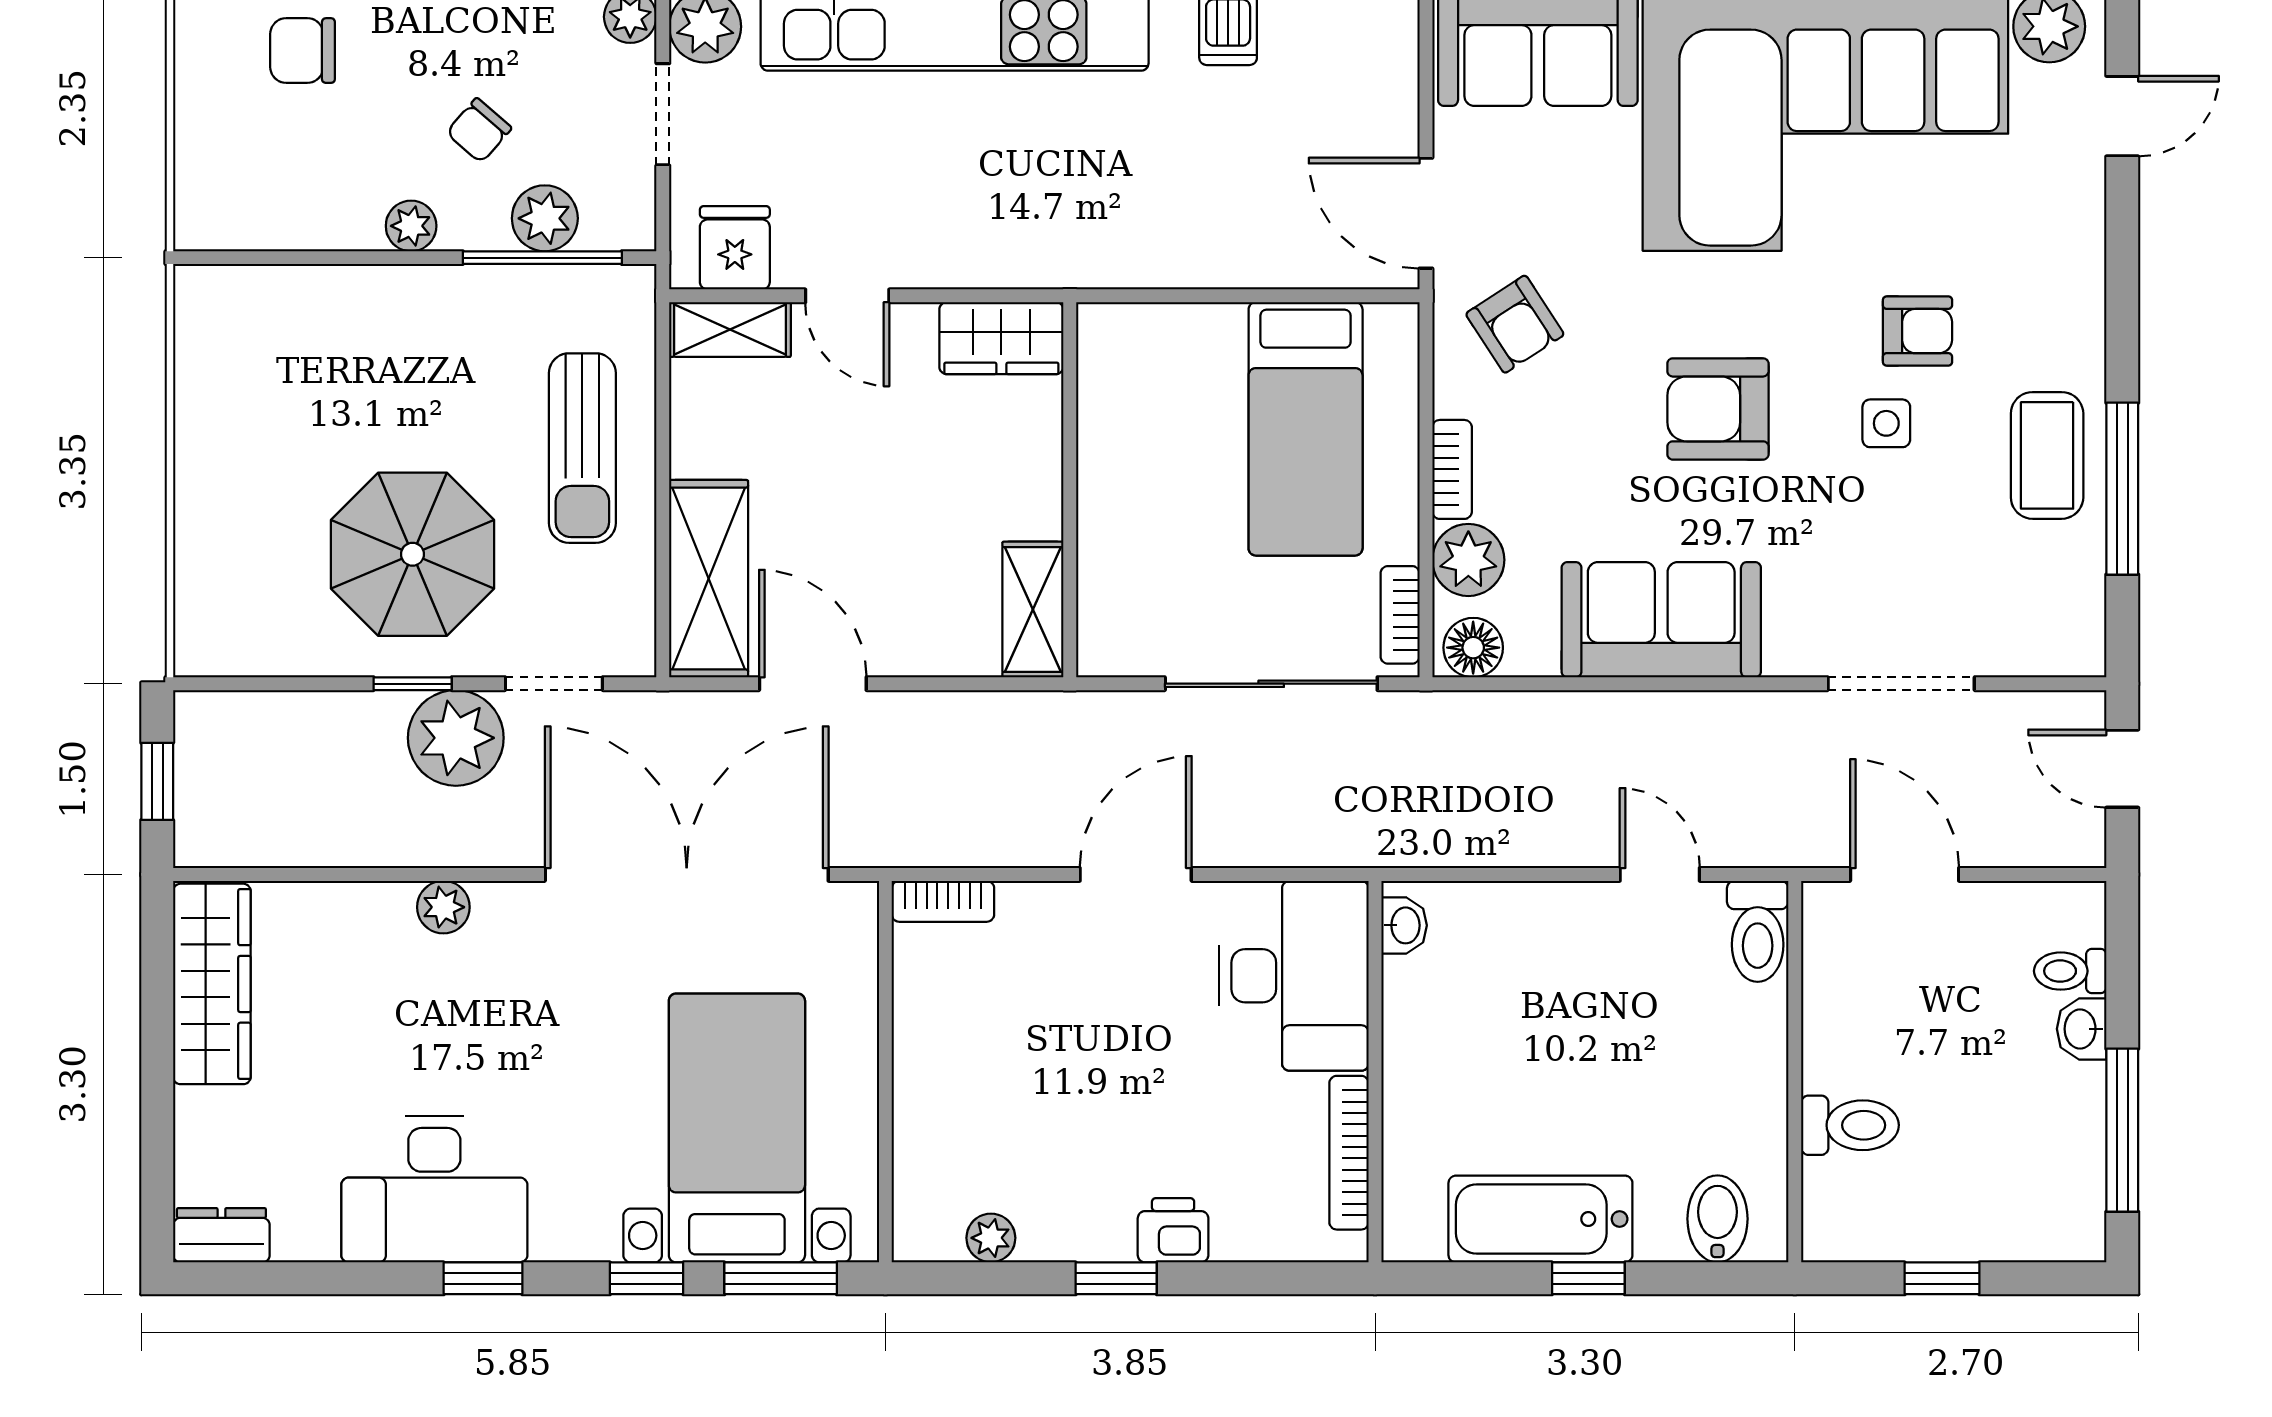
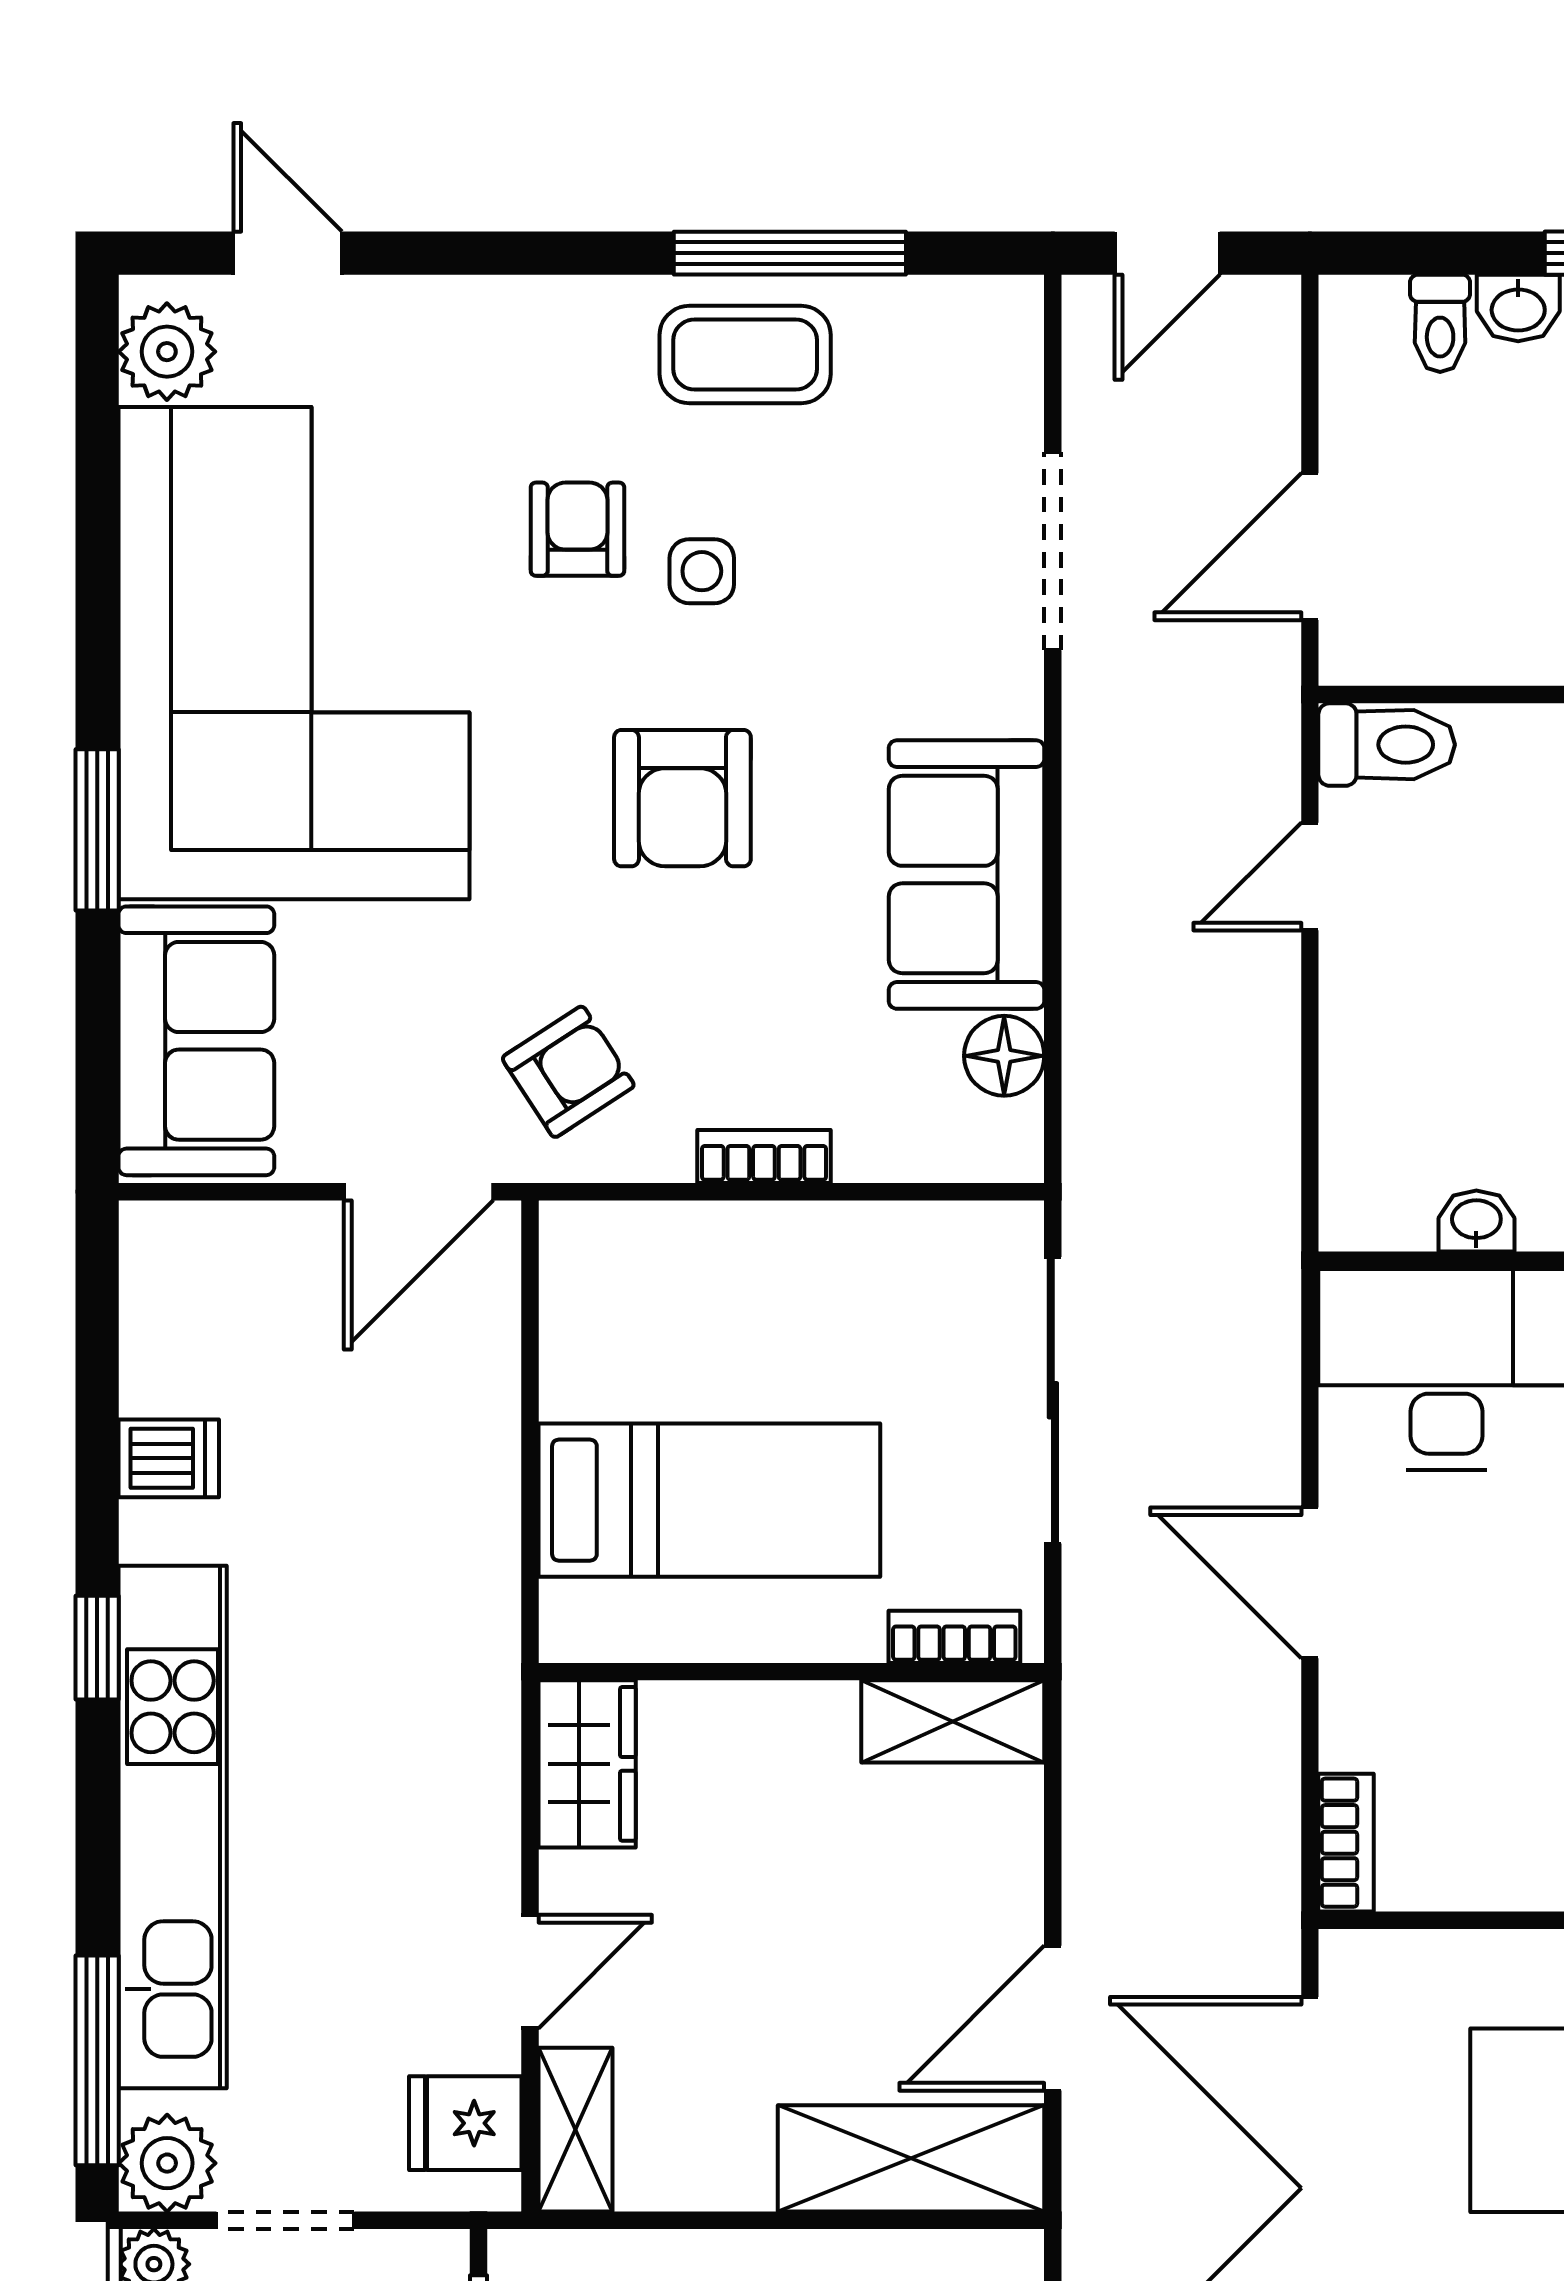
bed: (1306, 429) -> (709, 1500), moved
plant: (1468, 560) -> (886, 1135), removed
bookcase: (1400, 615) -> (954, 1637), moved, turned 180
floor lamp: (1473, 648) -> (1004, 1056), moved
washbasin: (1404, 925) -> (1476, 1221), moved

